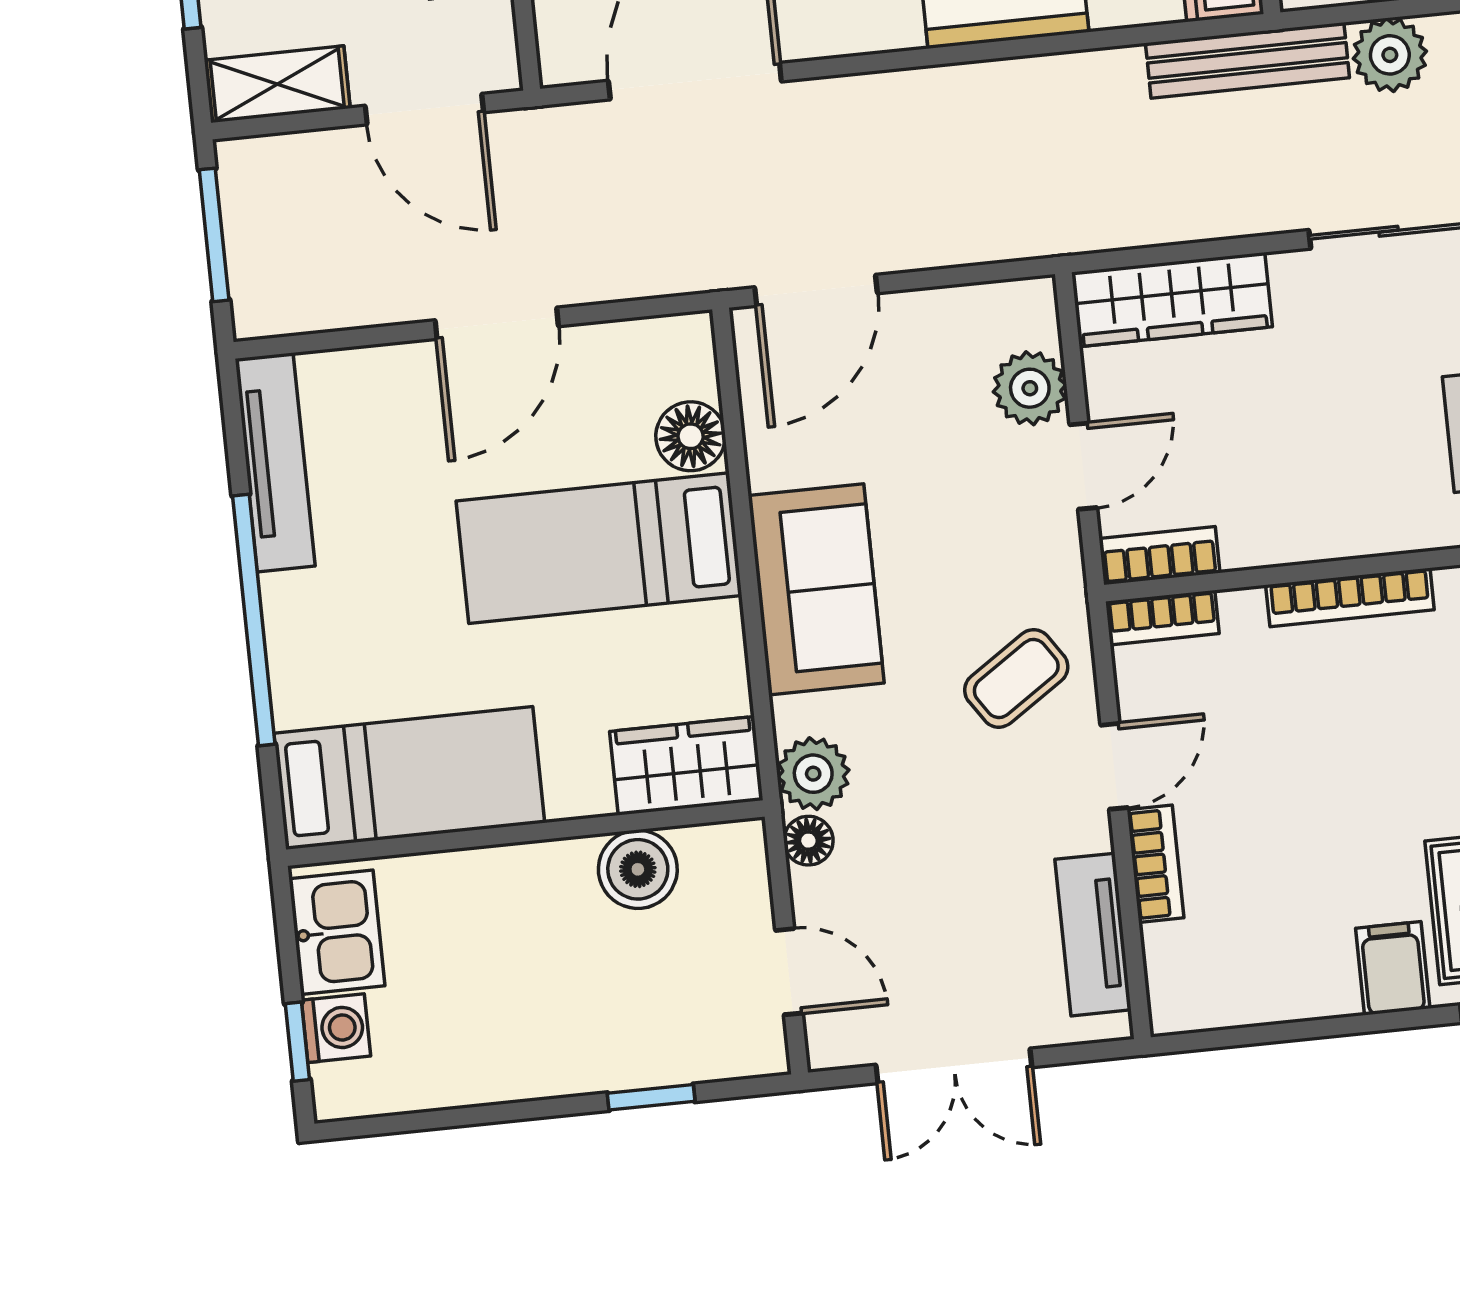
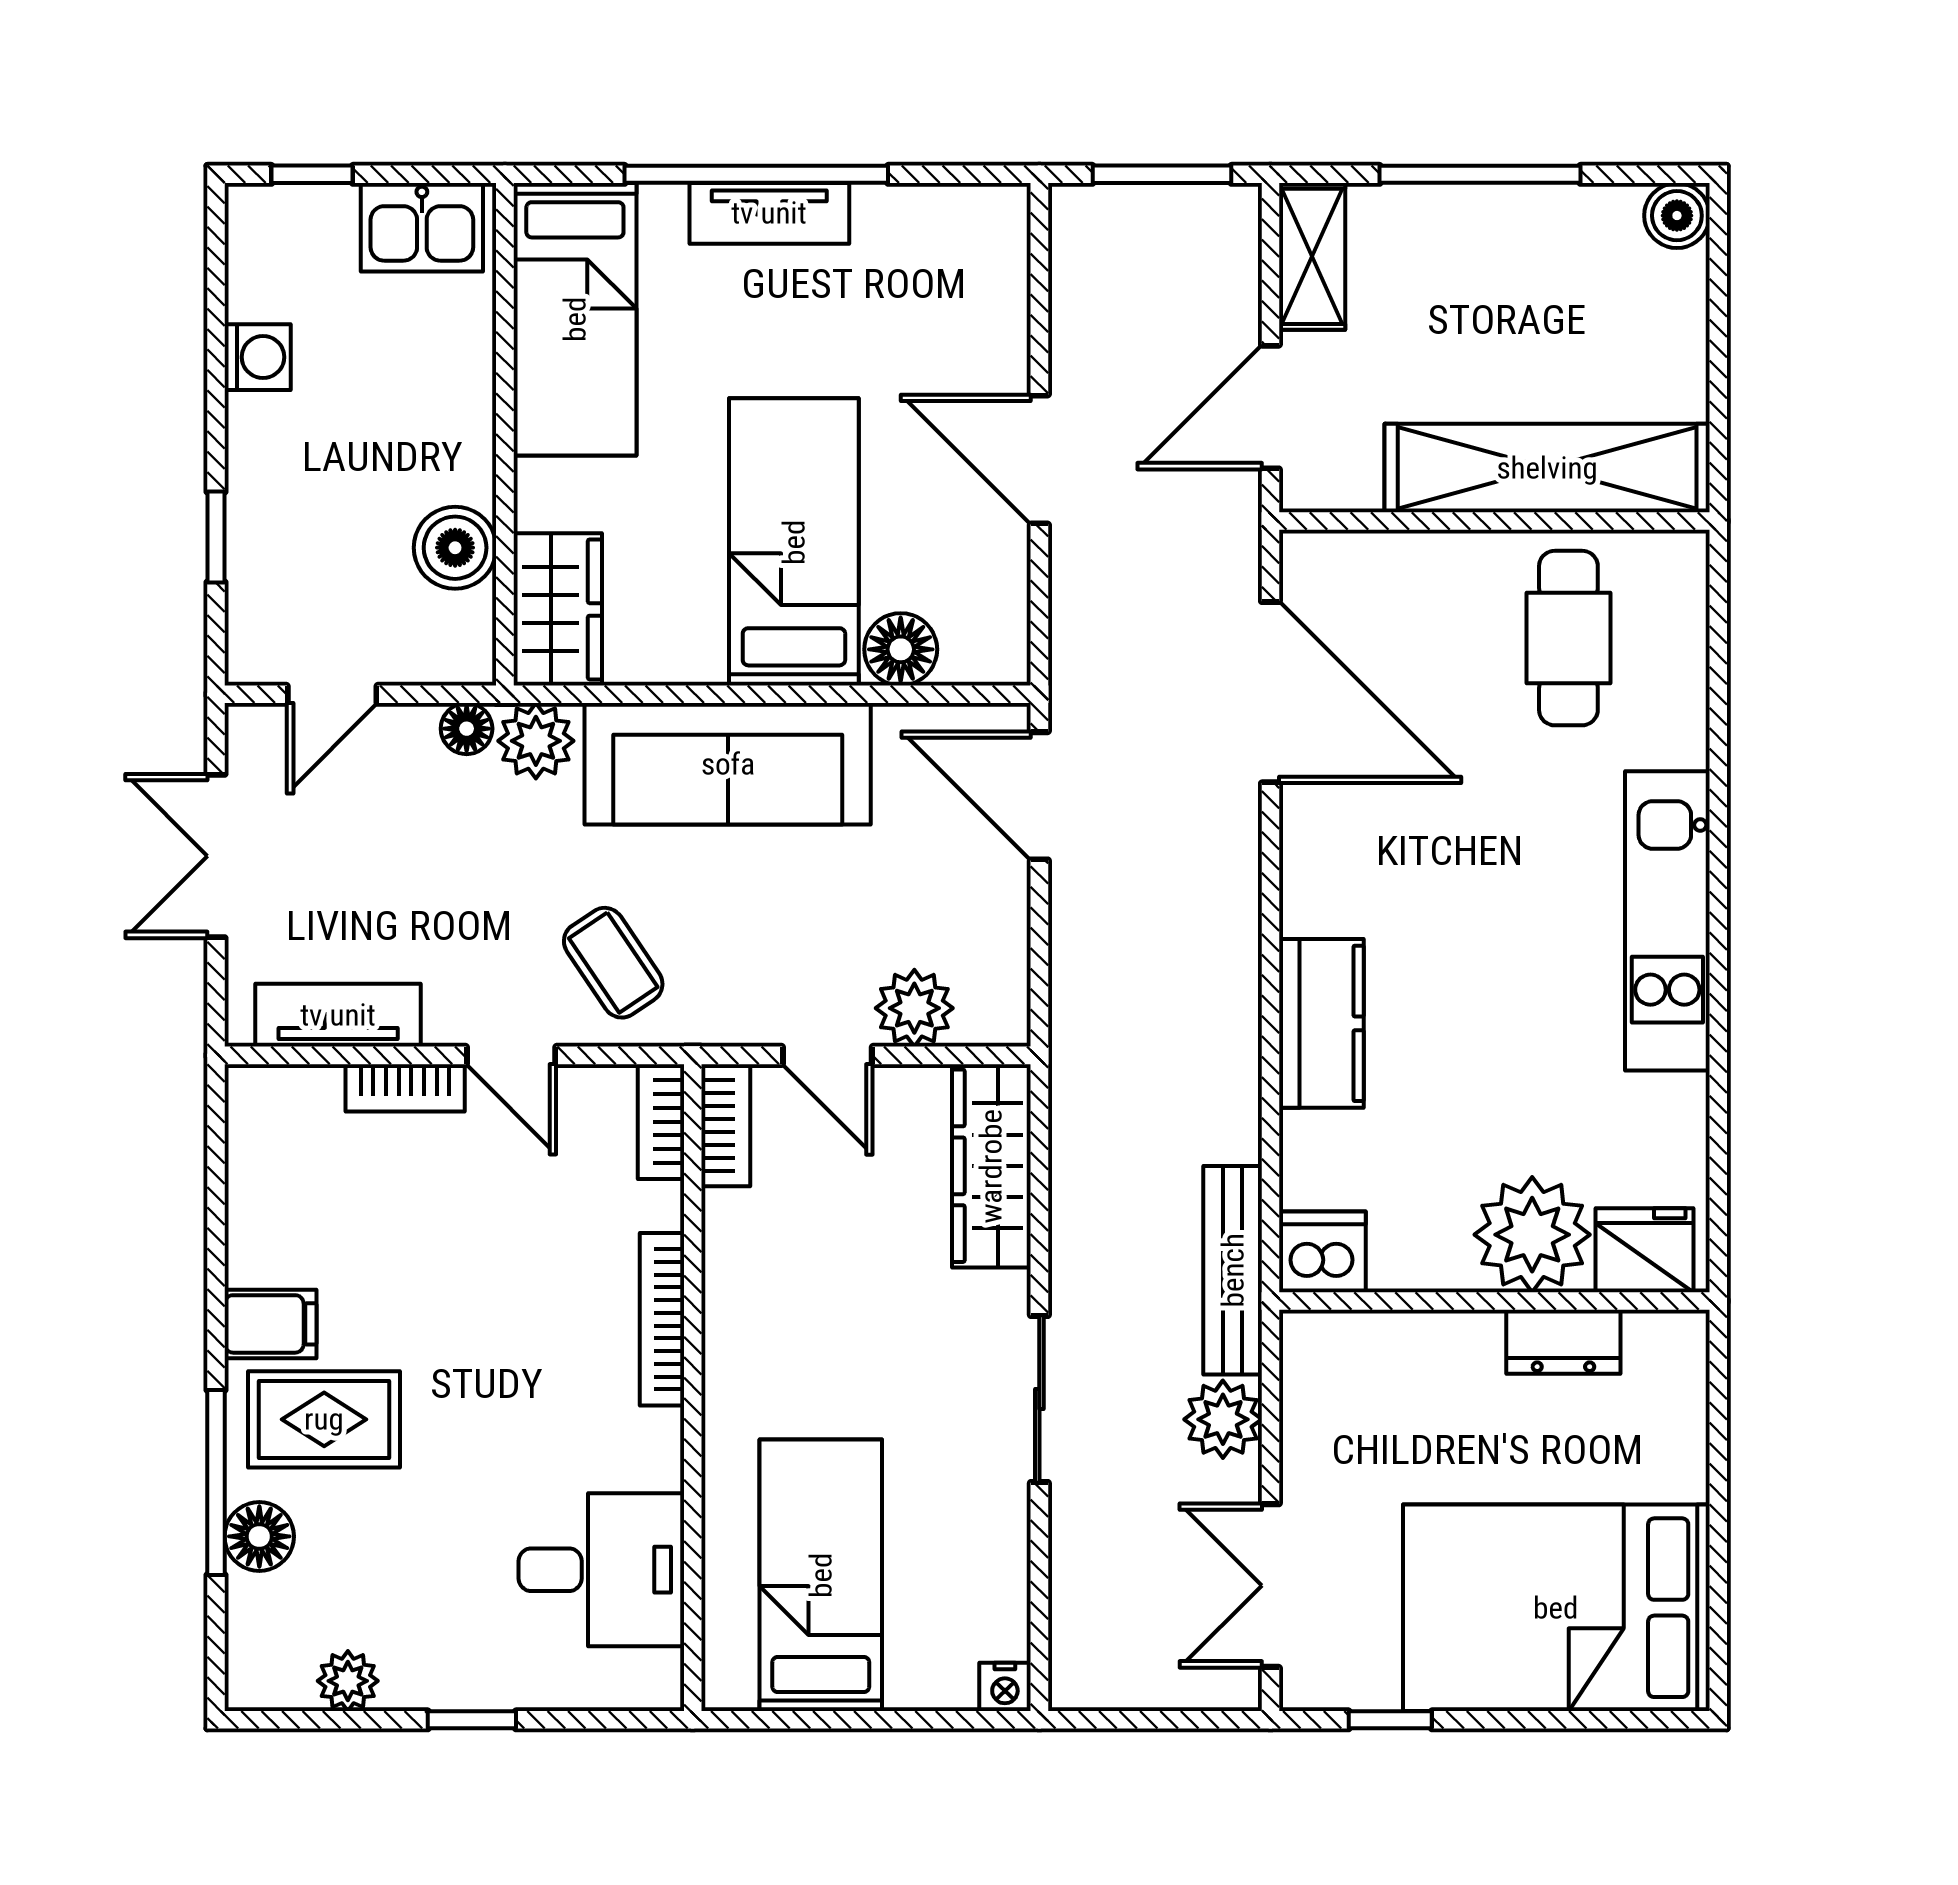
tv unit: (275, 462) -> (769, 213), moved, width x0.71
sofa: (816, 589) -> (728, 764), width x1.36
washing machine: (336, 1028) -> (258, 357), moved, turned -90

